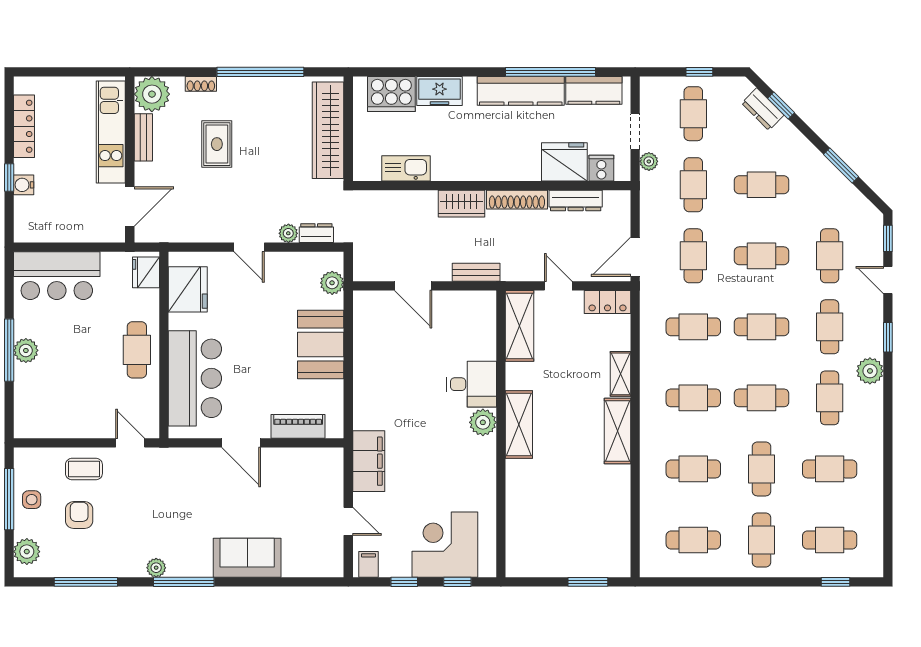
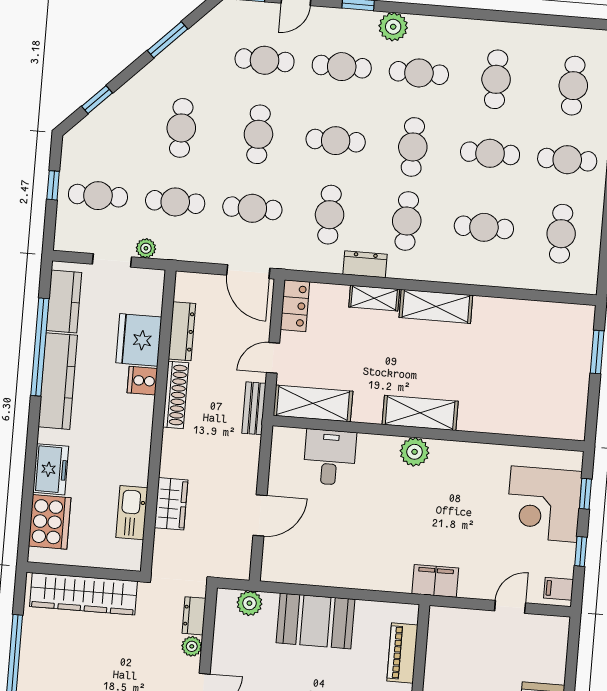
dresser: (763, 109) -> (365, 264), moved, turned -135
cooker: (601, 168) -> (142, 381), moved
wardrobe: (462, 204) -> (171, 504), moved
bench: (476, 272) -> (254, 408), moved
cafe table: (761, 327) -> (336, 141), turned 90
desk: (471, 384) -> (330, 457), moved
filing cabinet: (369, 461) -> (435, 581), width x0.67, depth x0.86
cafe table: (693, 469) -> (484, 227), turned 90

